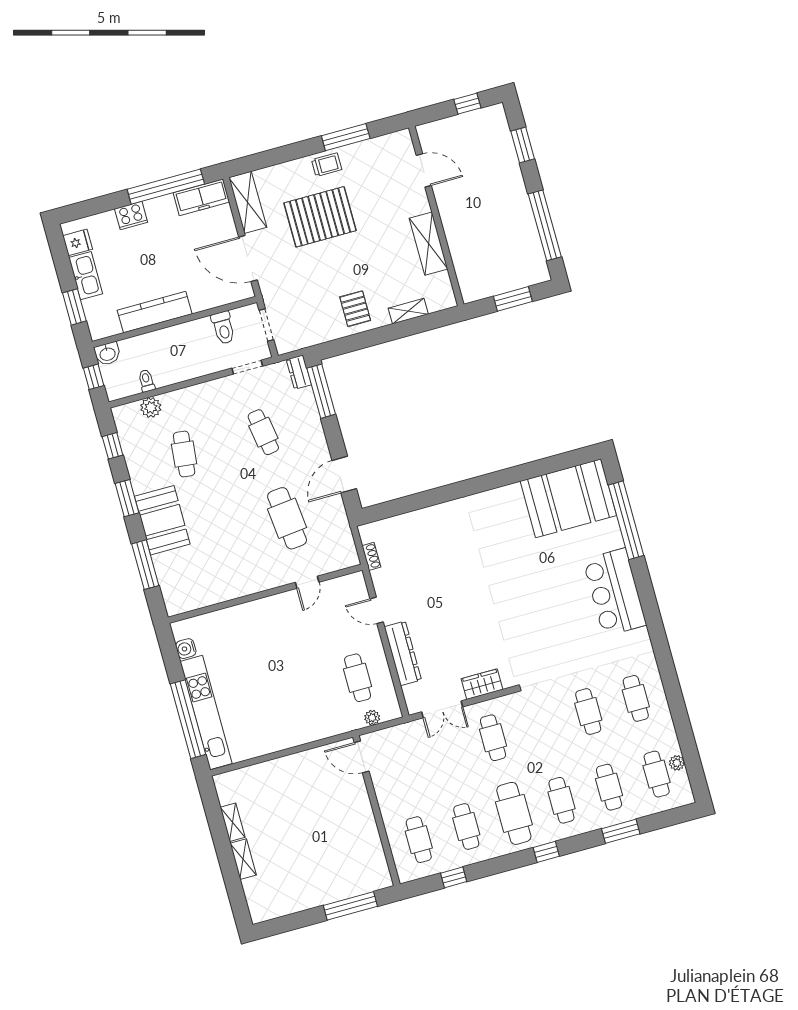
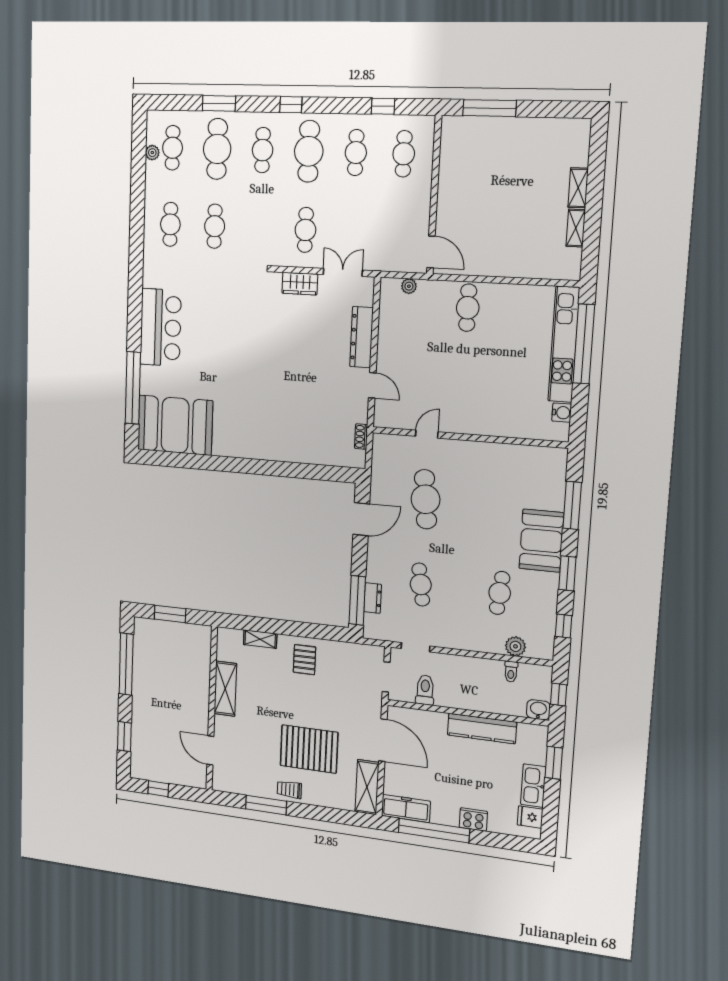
dresser: (299, 372) -> (373, 598), moved
cafe table: (358, 678) -> (468, 308), moved
cafe table: (609, 787) -> (217, 149), width x1.37, depth x1.35

